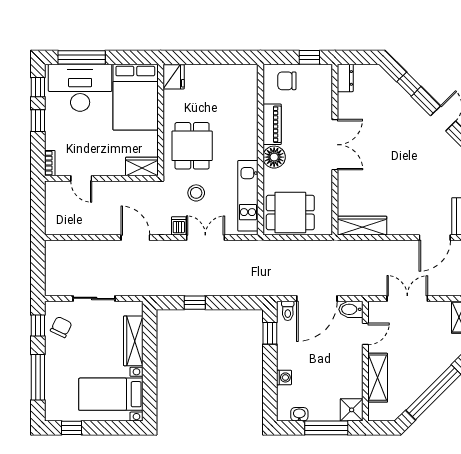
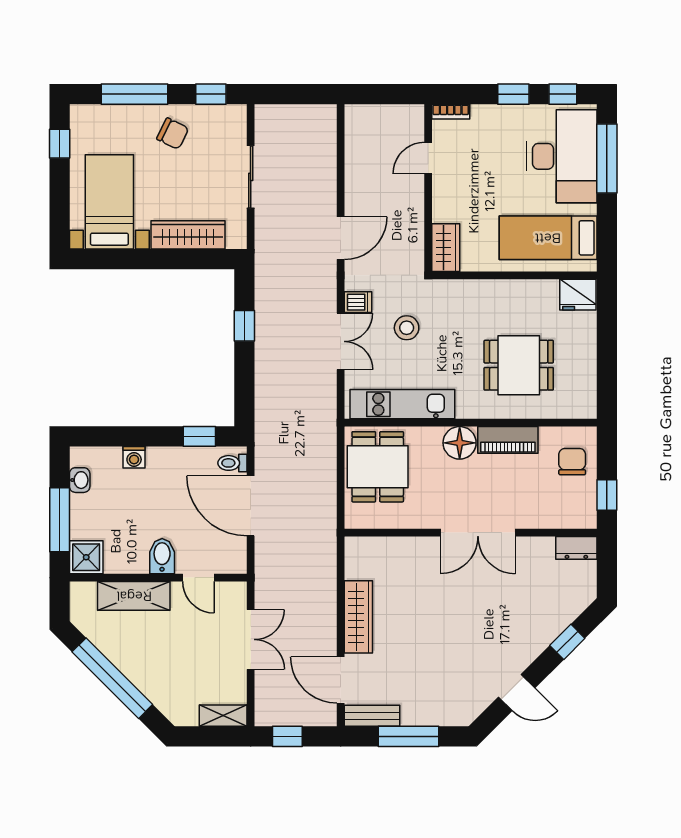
bed: (135, 97) -> (548, 238), width x0.67
dining table: (192, 146) -> (519, 365), moved
wardrobe: (362, 226) -> (358, 617), moved
bidet: (351, 309) -> (162, 556), moved
chair: (61, 327) -> (173, 134), moved

